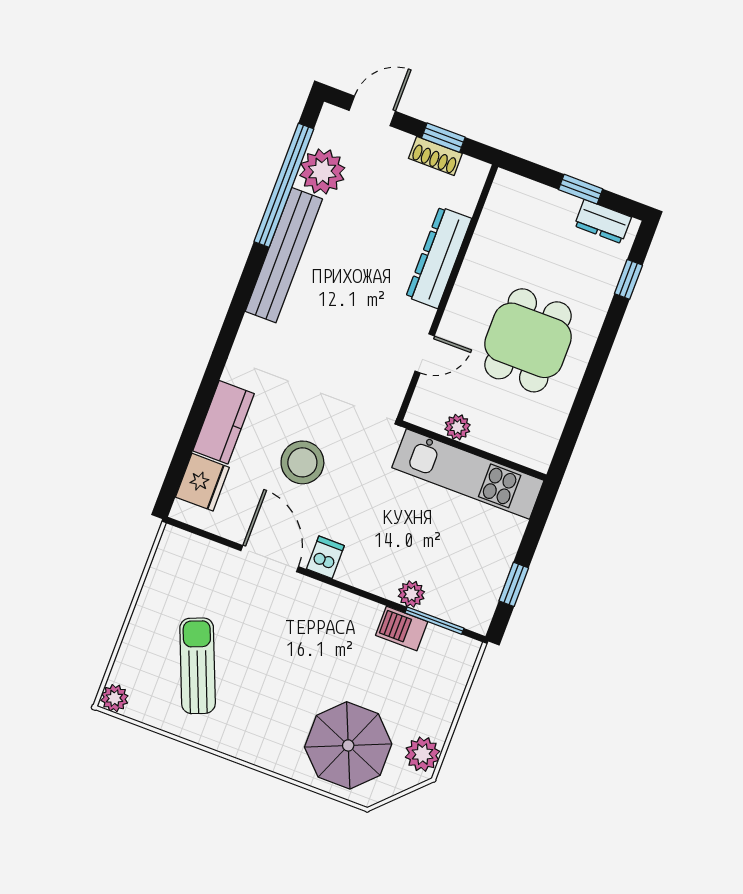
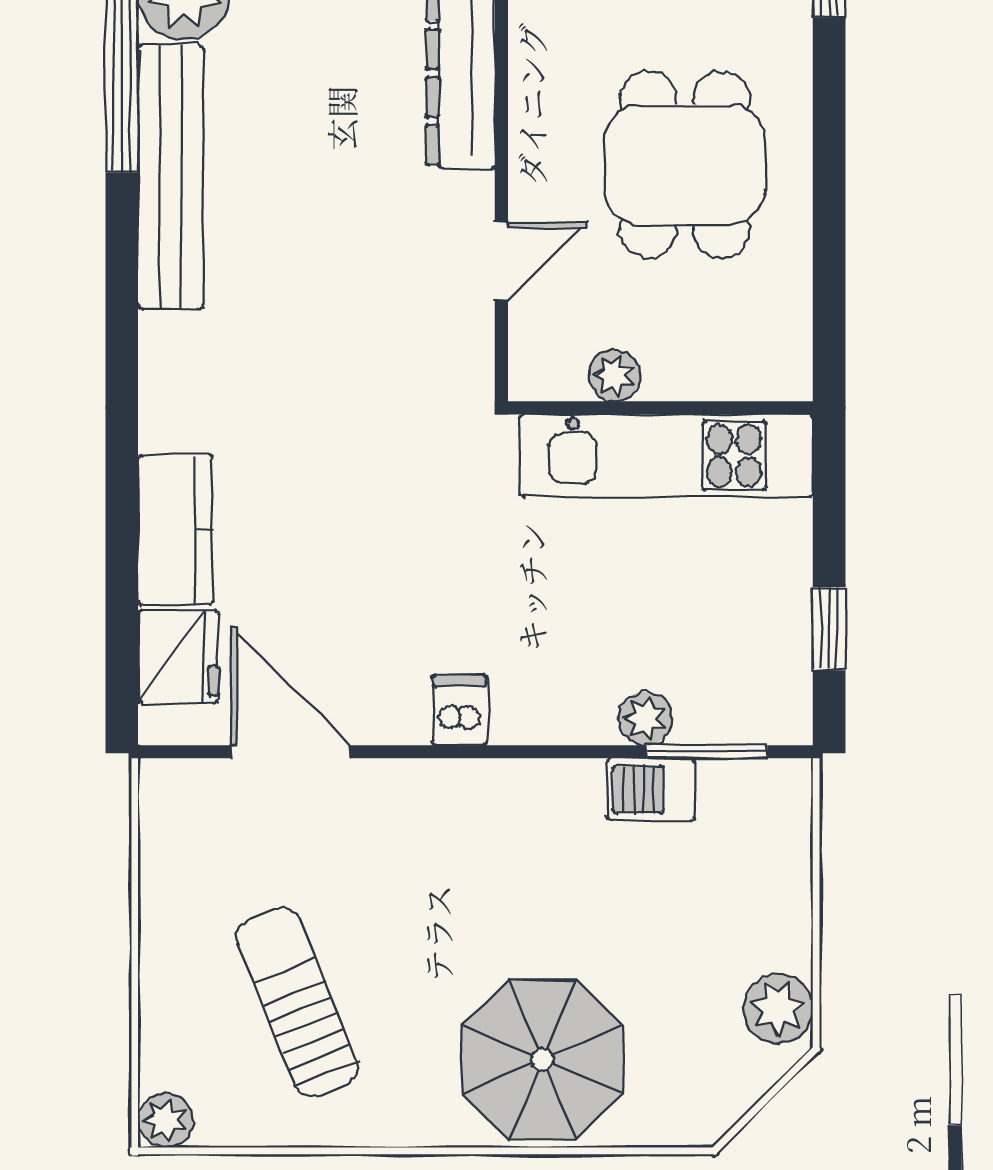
stool: (302, 462) -> (350, 550), removed
door: (270, 559) -> (291, 752), moved
parasol: (348, 745) -> (542, 1059), moved

